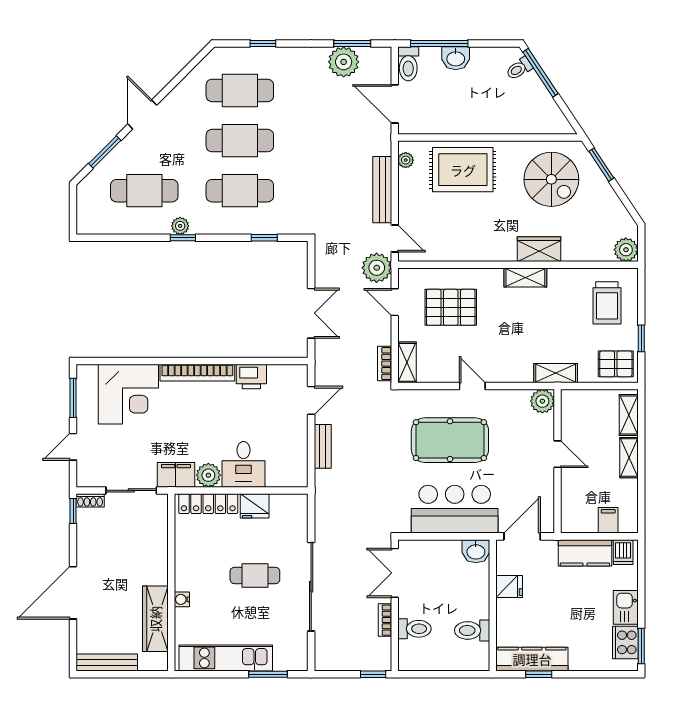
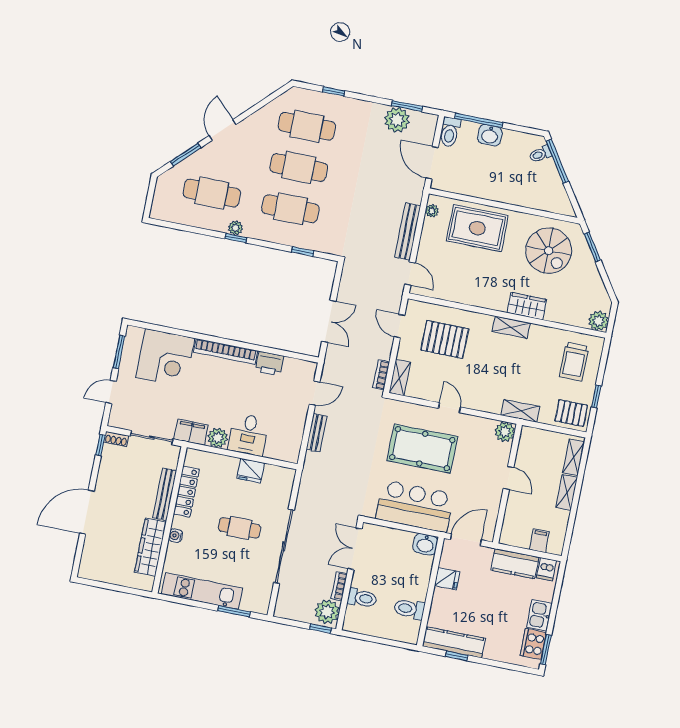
plant: (377, 268) -> (327, 612), moved
locker: (208, 504) -> (186, 492), moved, turned -90
bench: (107, 663) -> (165, 494), moved, turned 90

